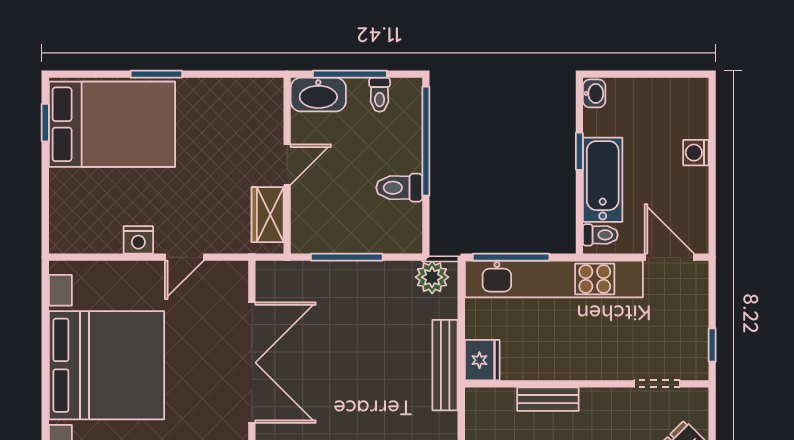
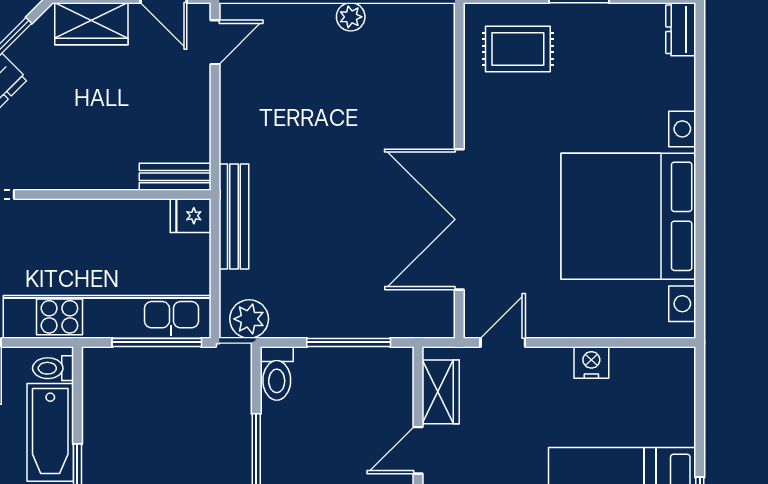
toilet: (399, 188) -> (277, 373), moved, turned 90
door: (184, 257) -> (503, 342), moved
fridge: (482, 360) -> (191, 216), width x0.72
bench: (548, 399) -> (175, 177), moved

